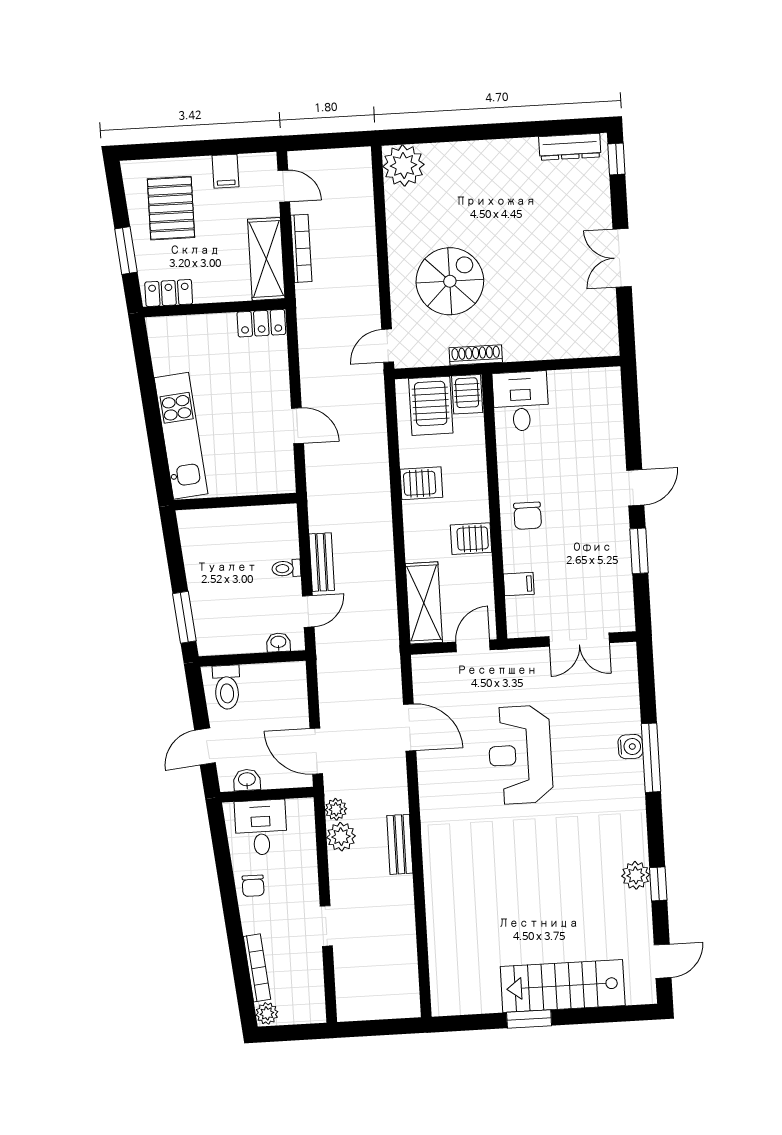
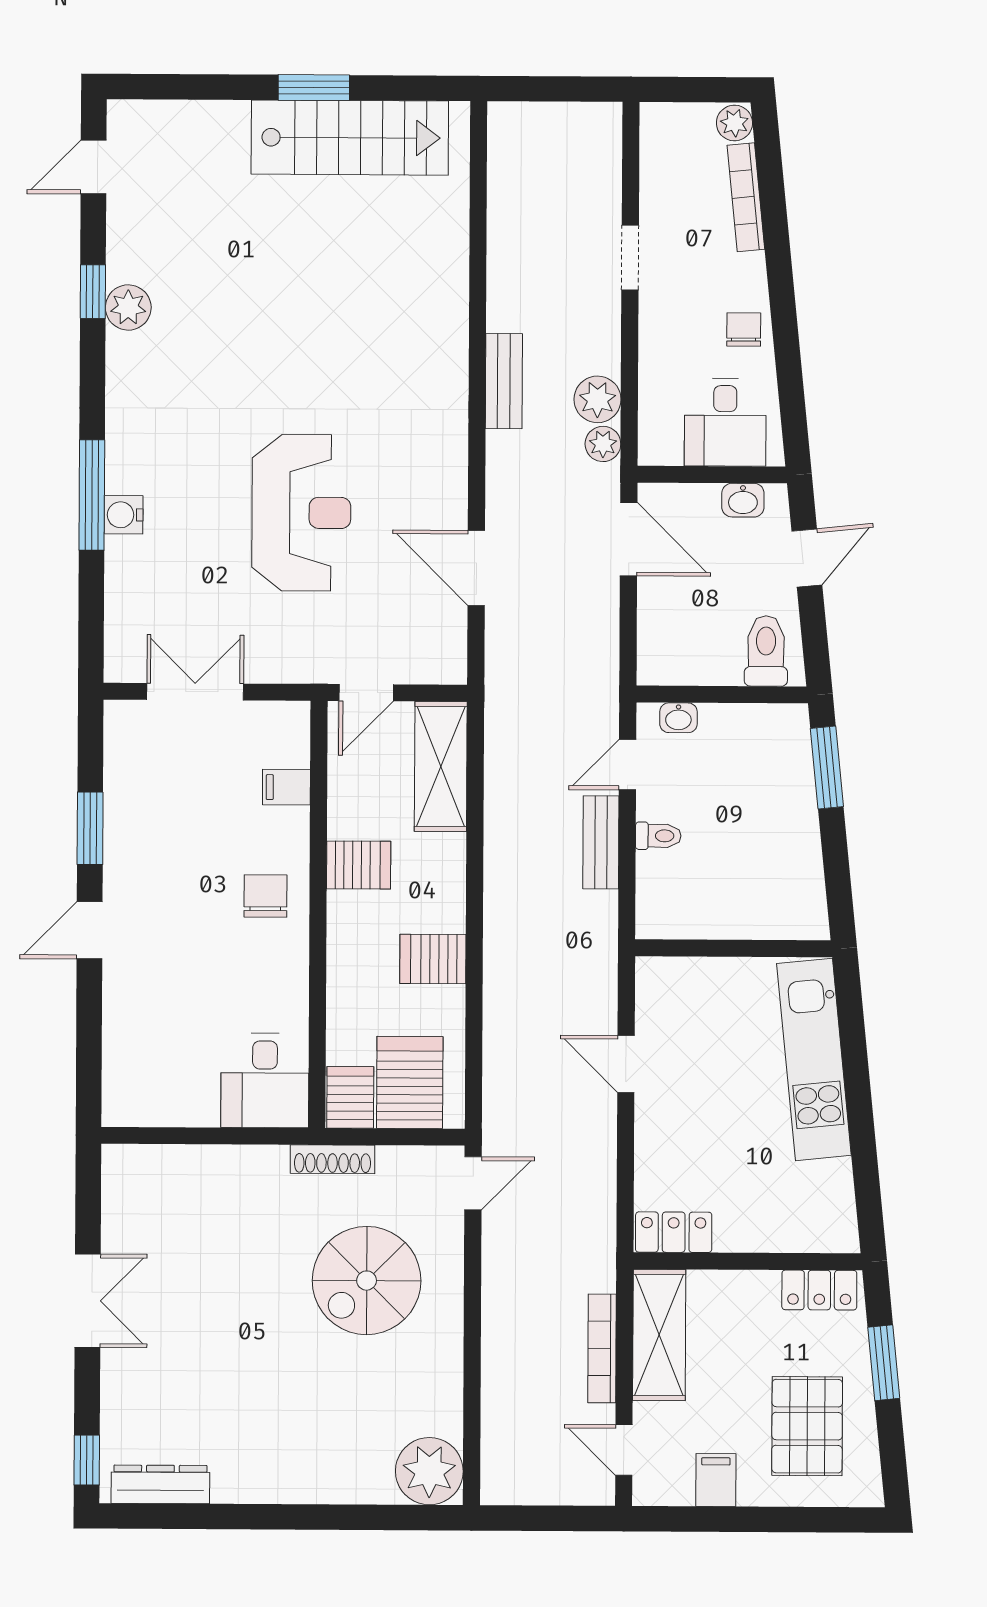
stairs: (563, 986) -> (350, 138), moved

